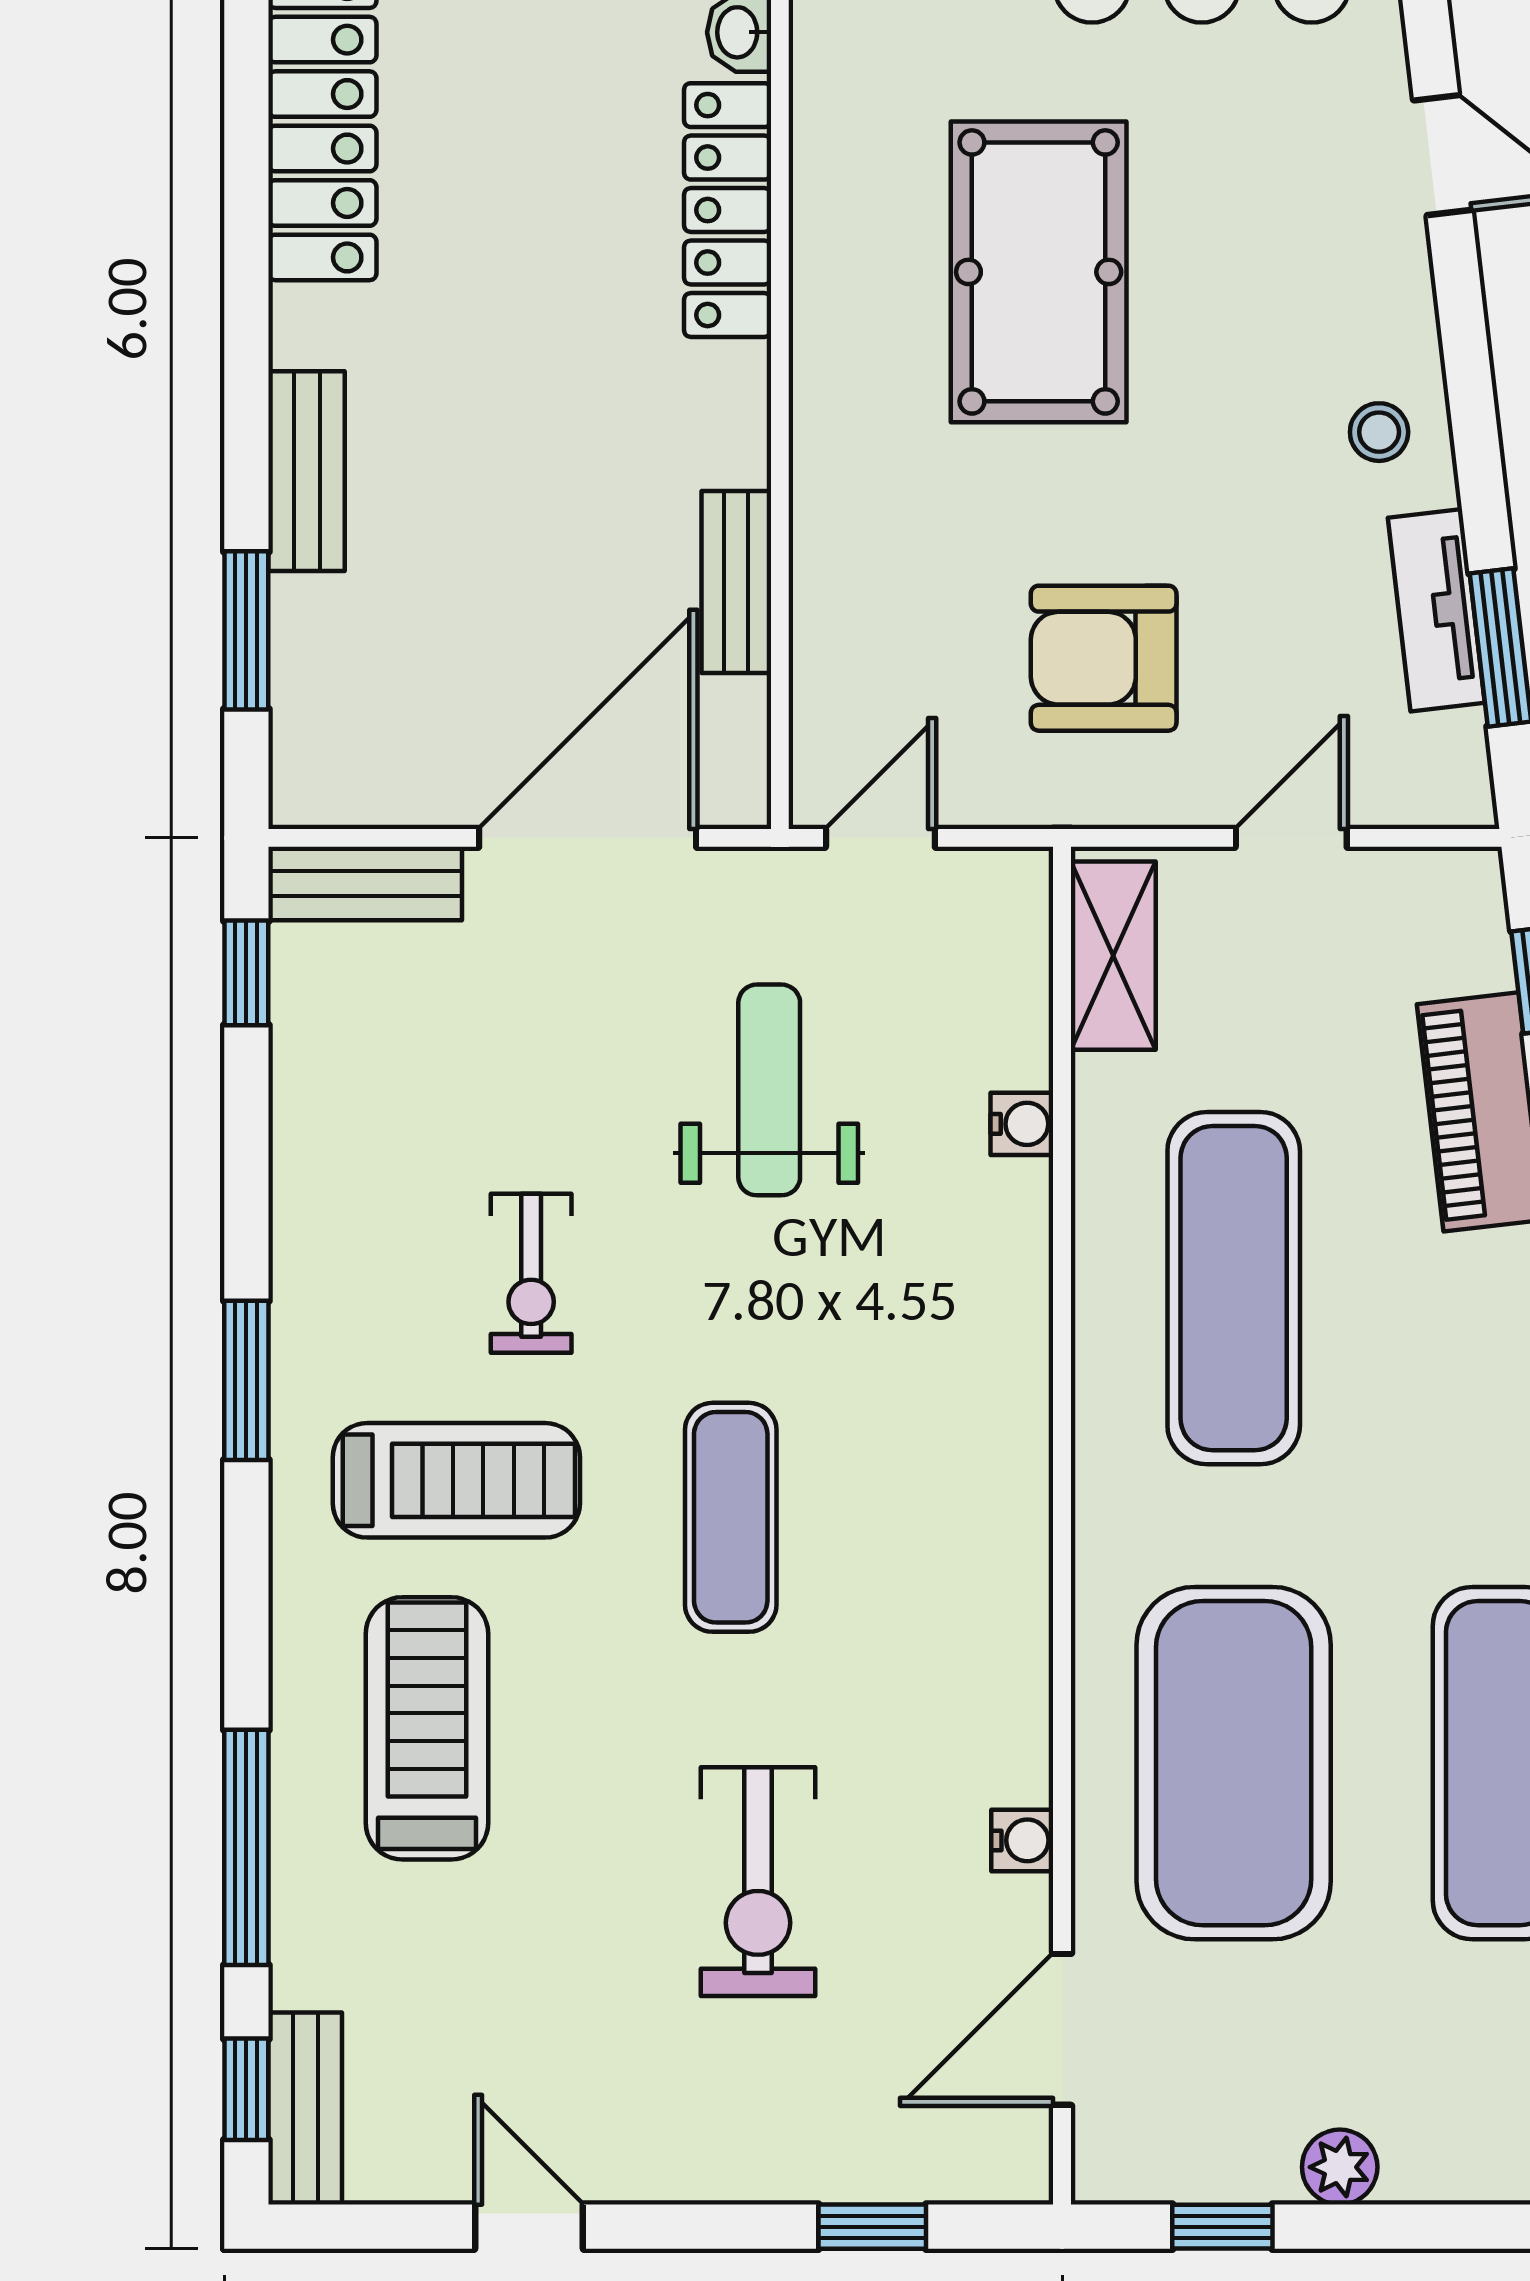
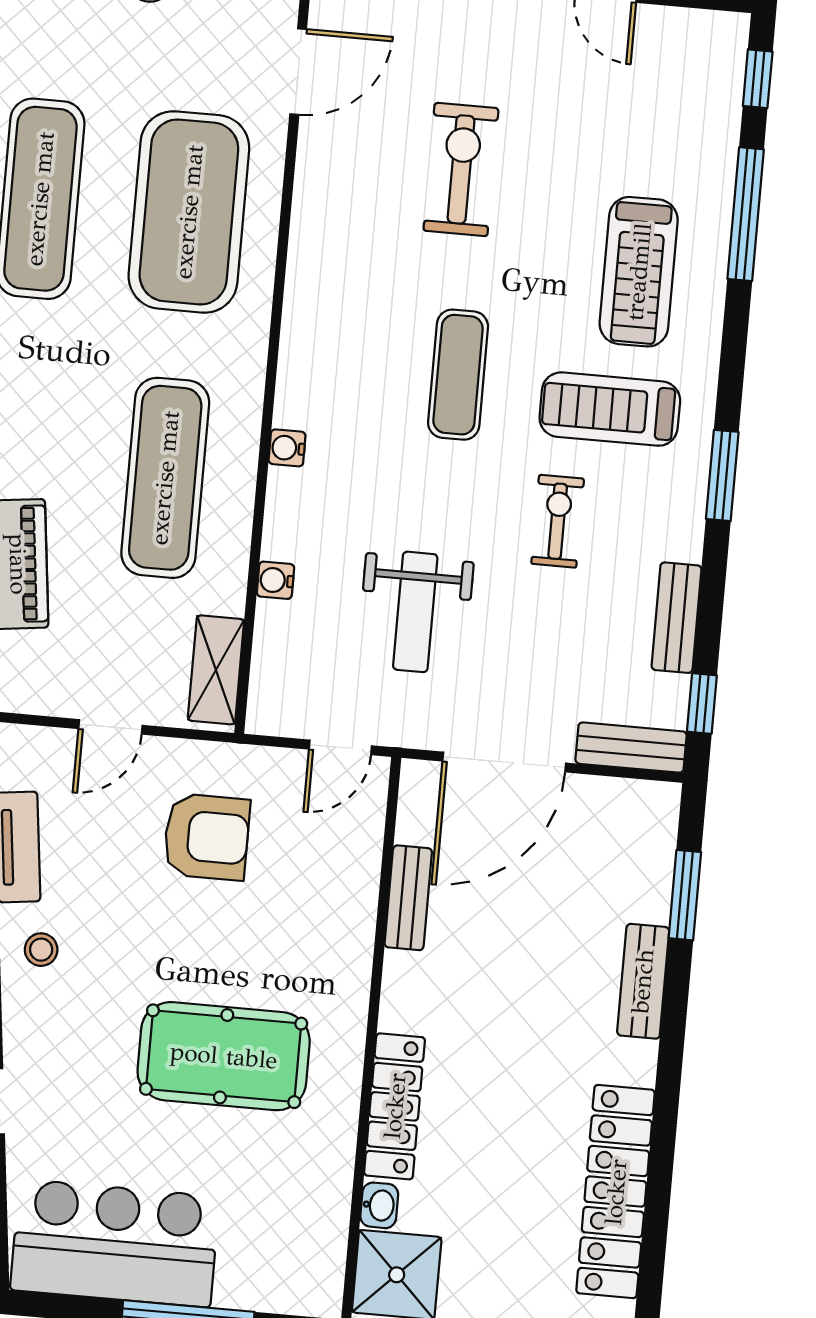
pool table: (1039, 272) -> (224, 1056), turned 90
water cooler: (1022, 1840) -> (287, 448), moved
bench: (305, 2109) -> (676, 618), moved

